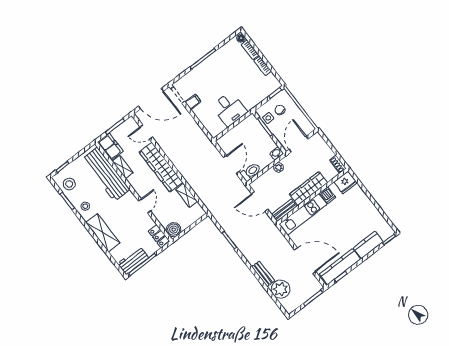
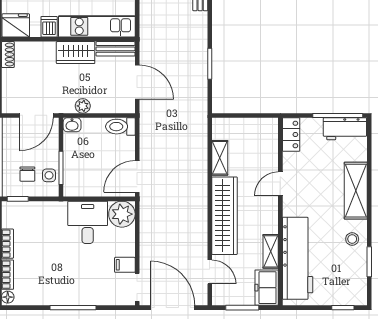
plant: (215, 127) -> (122, 214), added
door: (231, 165) -> (137, 176), moved
stool: (69, 184) -> (351, 281), removed
wardrobe: (308, 188) -> (76, 53), width x0.67
boiler: (174, 230) -> (267, 129), removed

